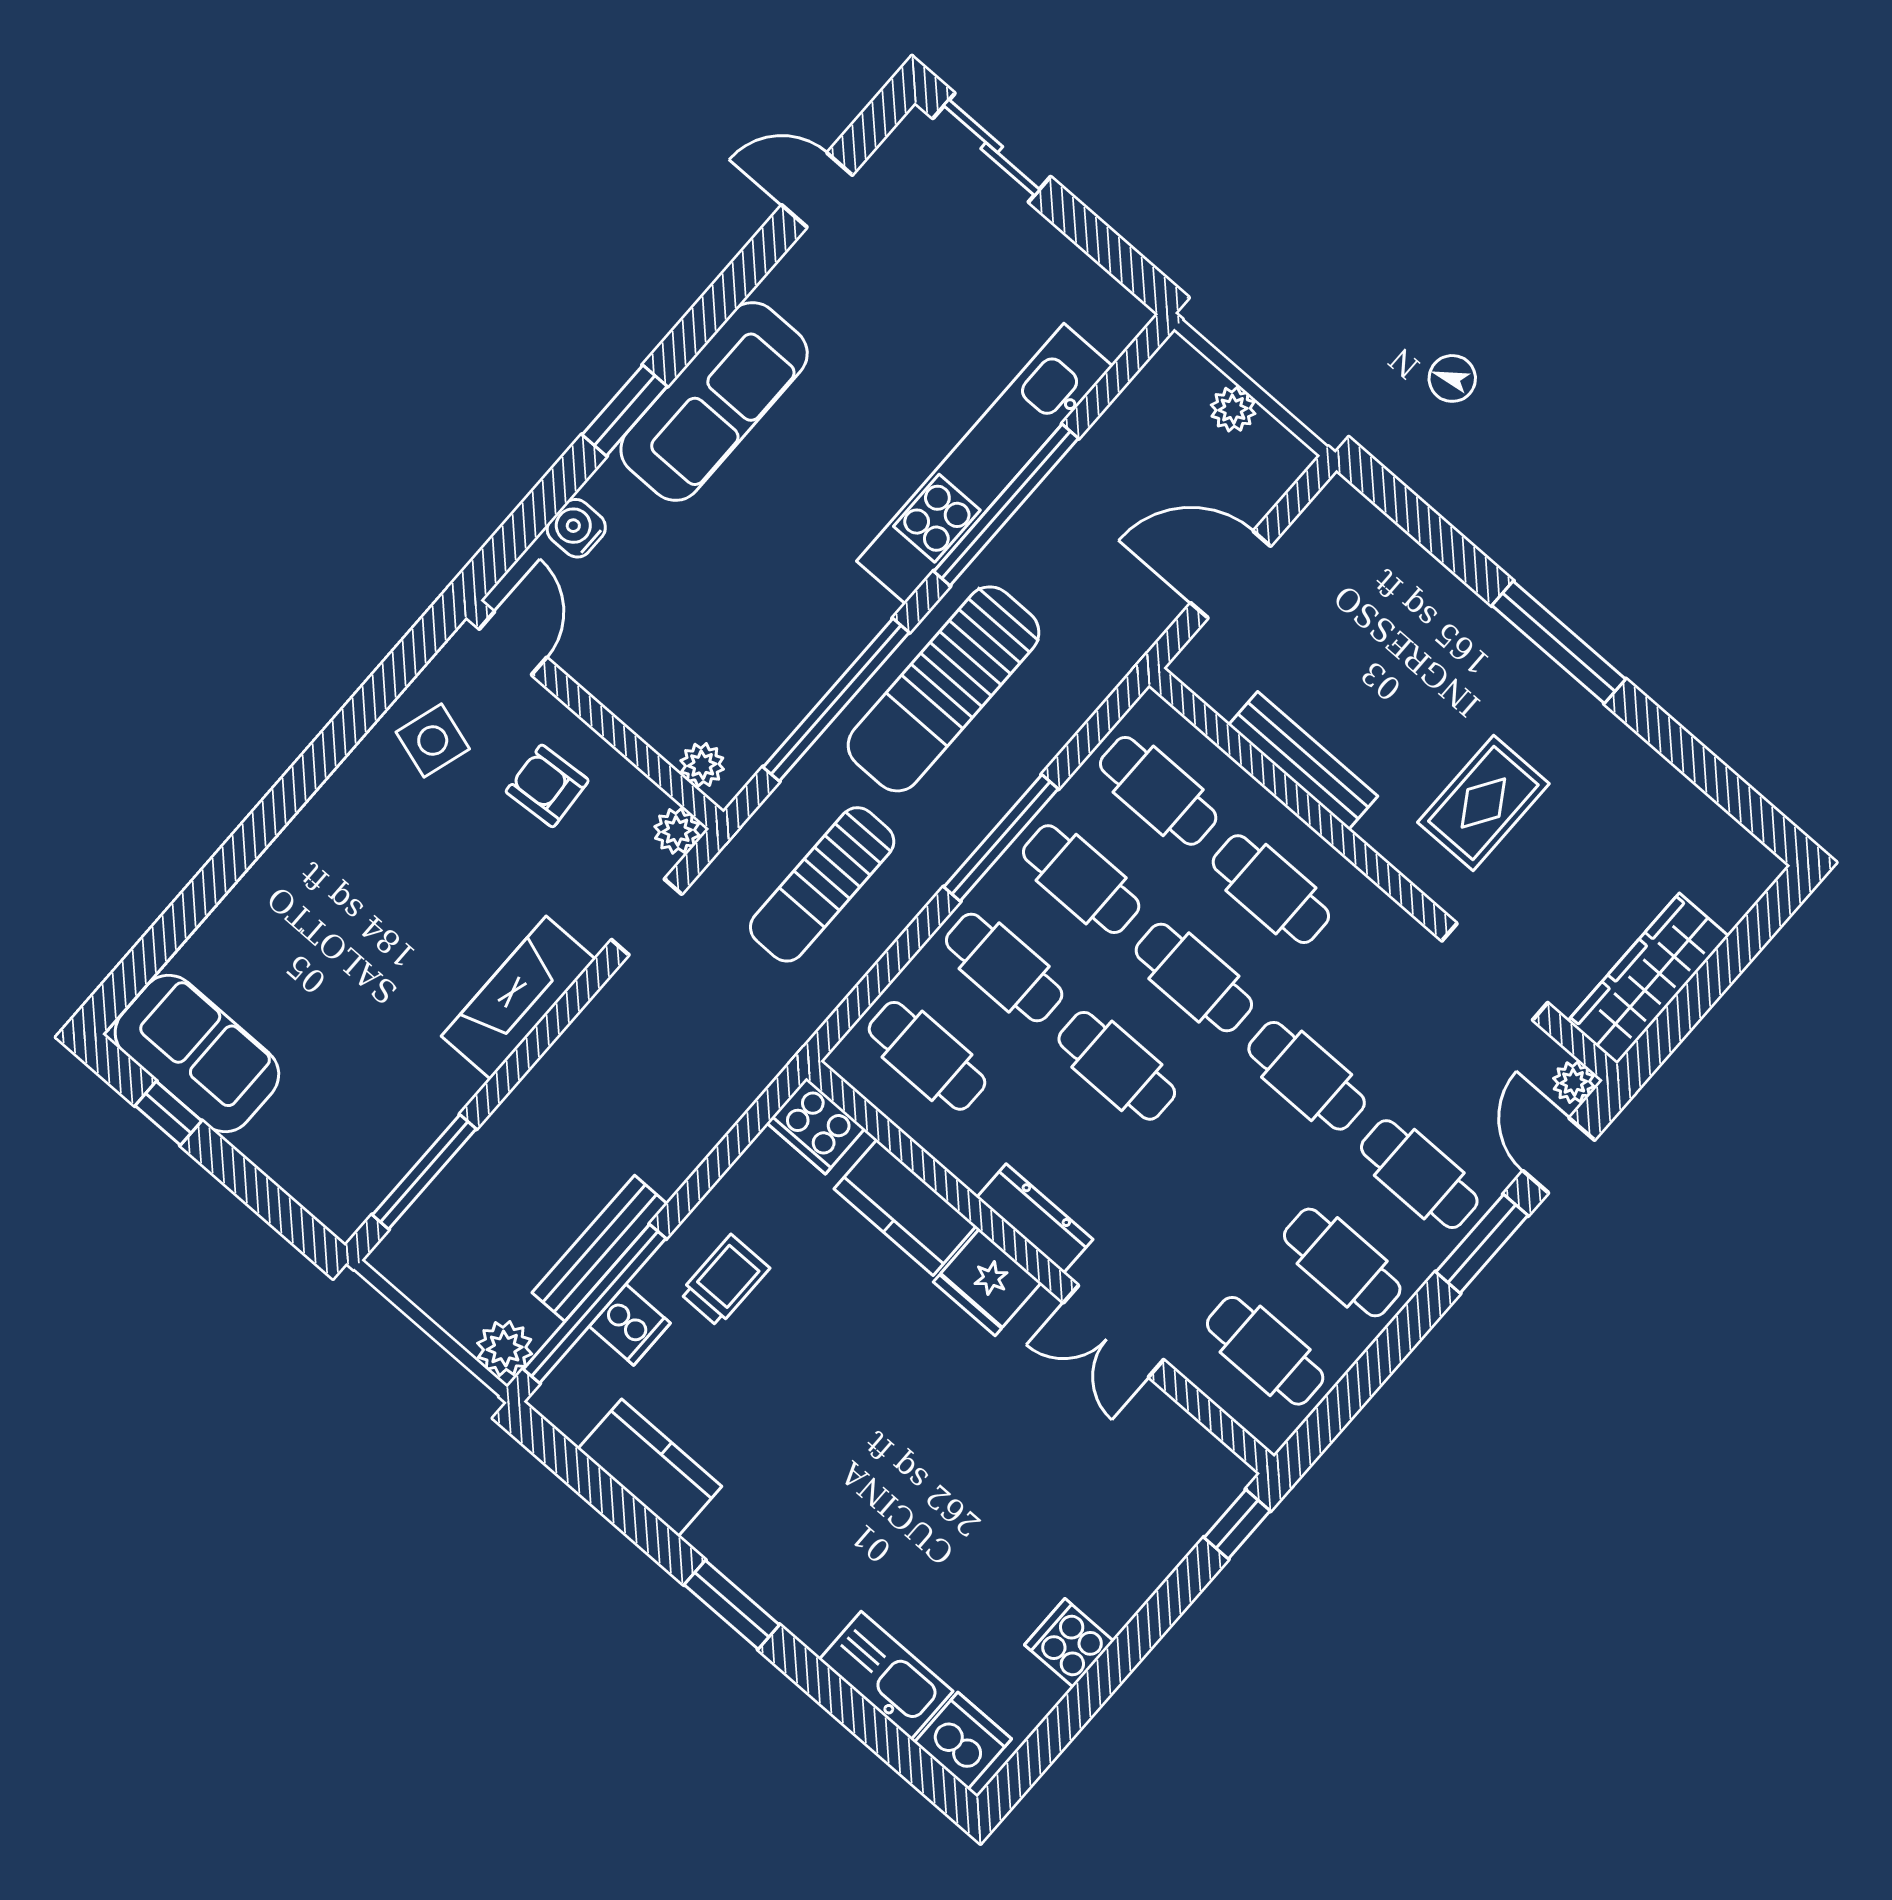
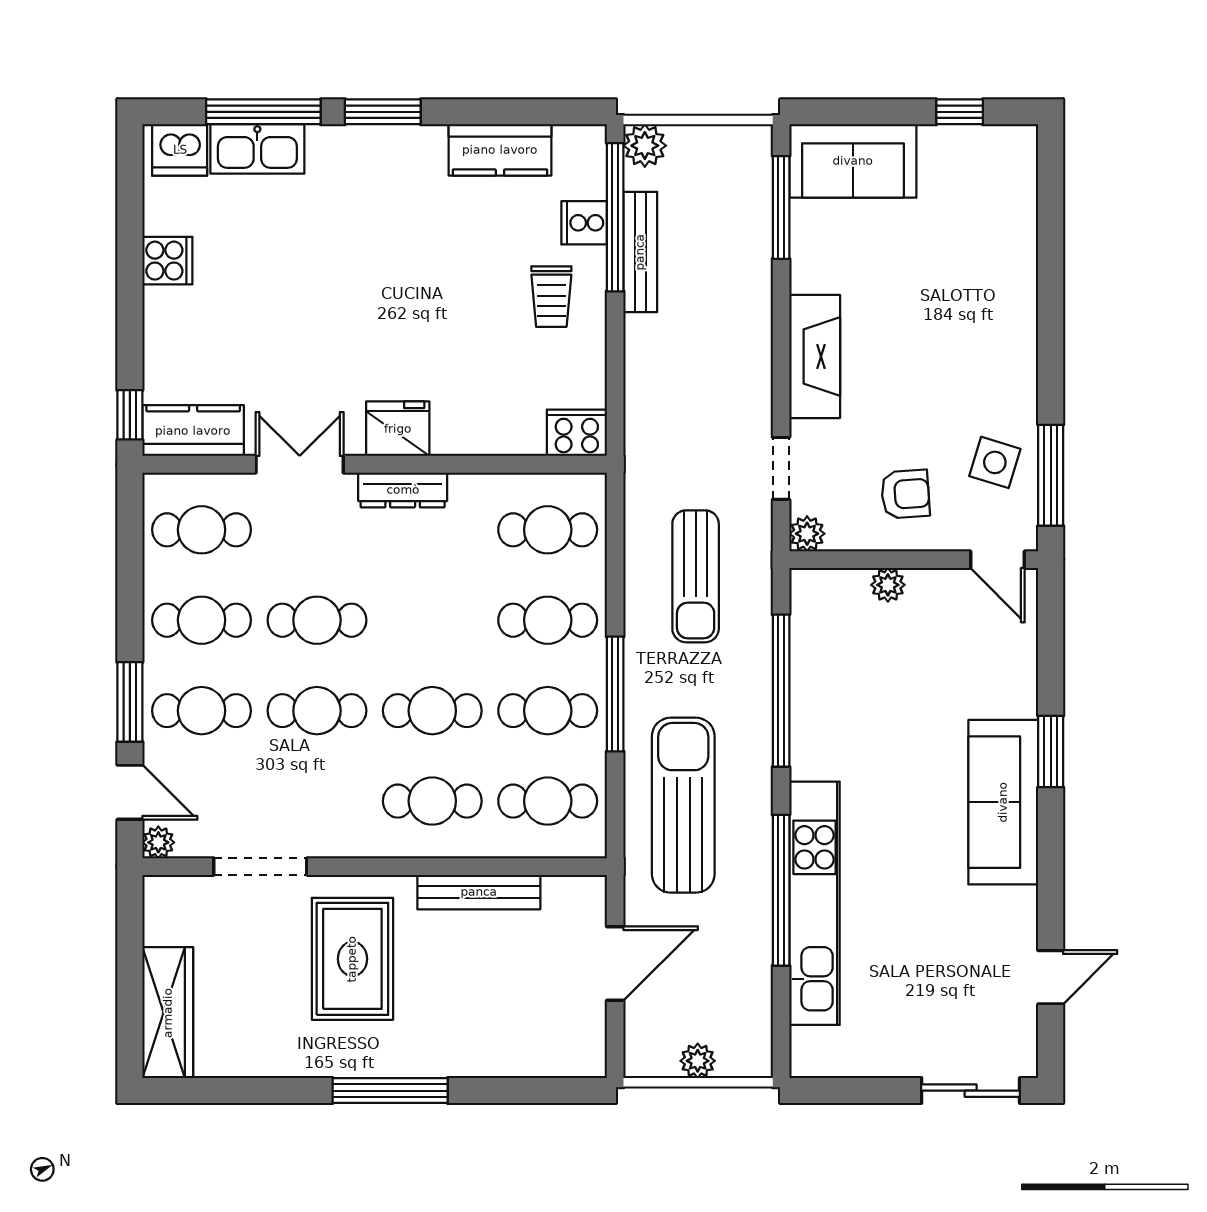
water cooler: (576, 528) -> (1019, 659), removed
window: (389, 680) -> (1051, 475), added
sun lounger: (944, 689) -> (683, 805), moved
plant: (702, 765) -> (888, 585), moved
rug: (1483, 803) -> (352, 959), width x1.36, depth x1.43
sun lounger: (822, 884) -> (696, 576), turned 180
wardrobe: (1648, 978) -> (168, 1013), moved
sofa: (197, 1053) -> (853, 161), moved
cafe table: (1117, 1066) -> (317, 620), moved
kitchen counter: (905, 1207) -> (193, 431), moved
window: (848, 1707) -> (263, 112), added

